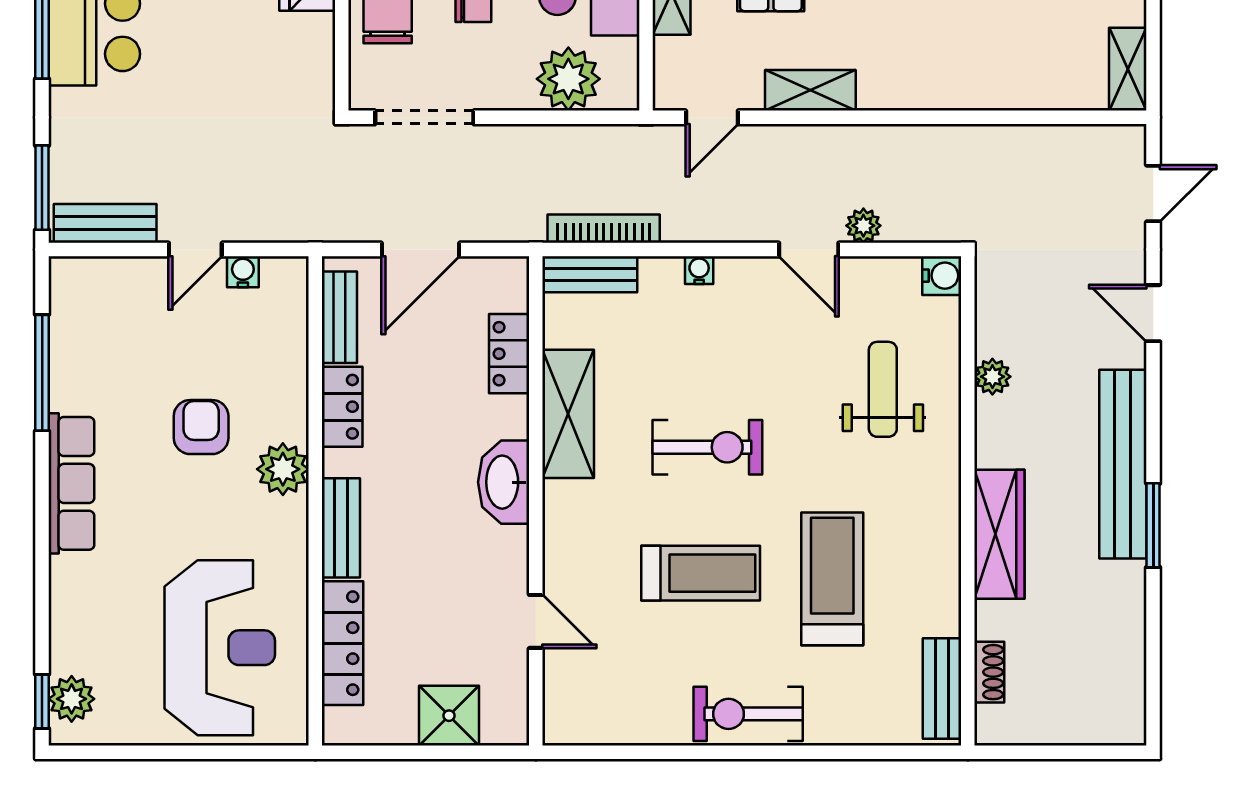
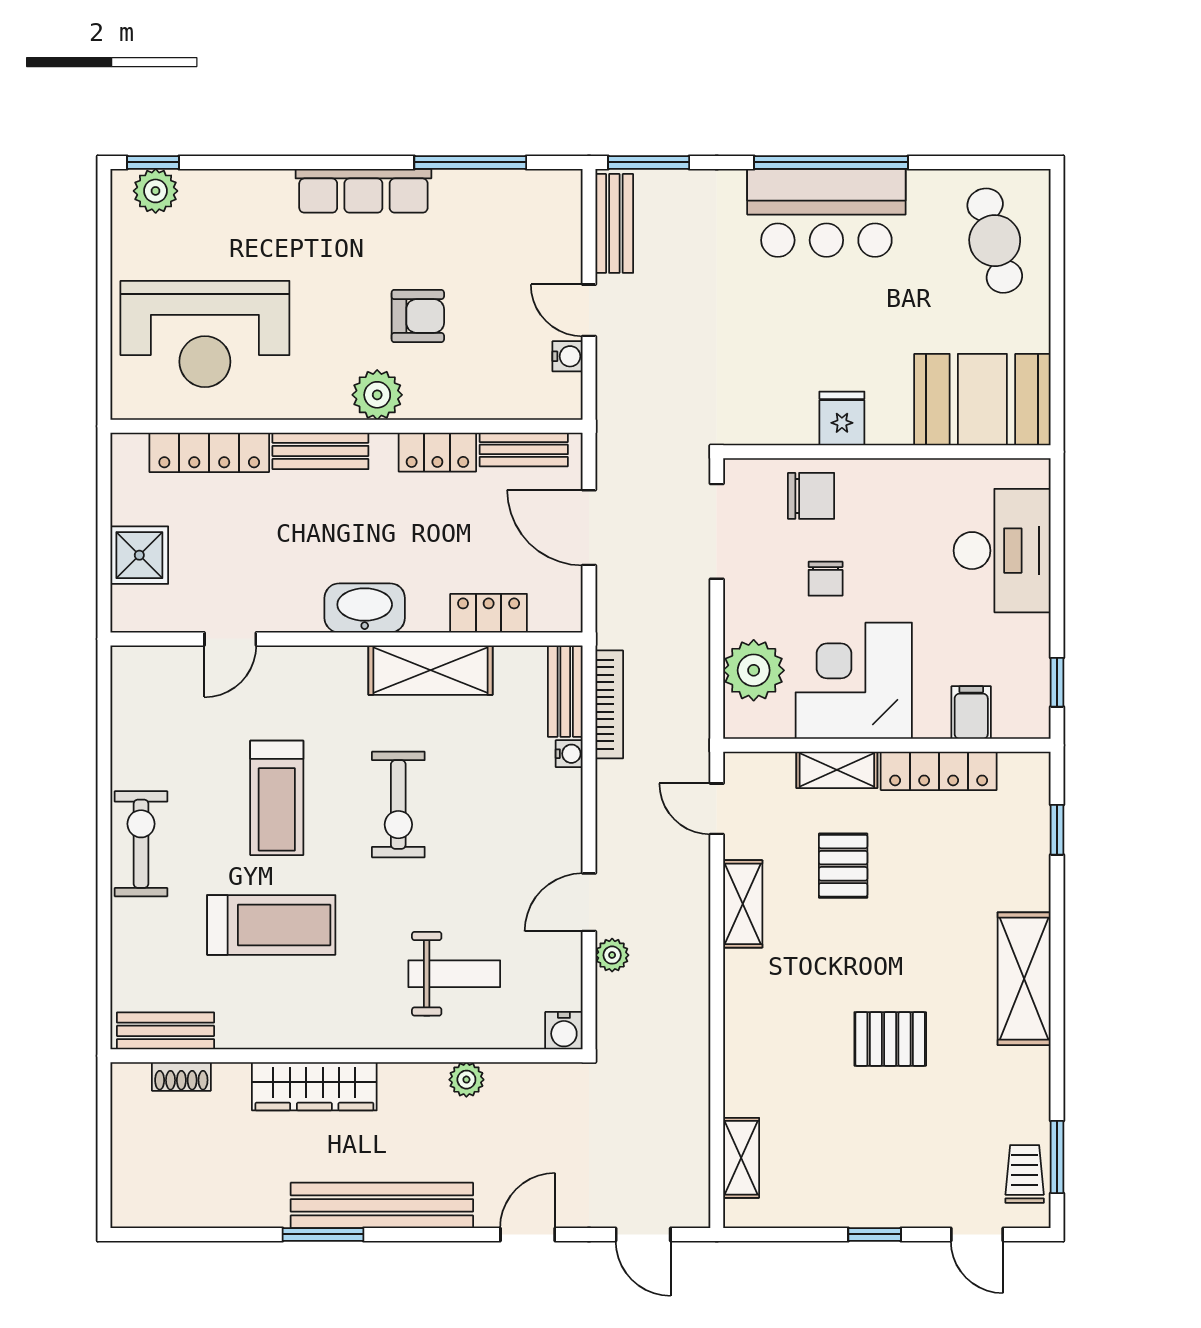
shelving: (1128, 69) -> (741, 1158), moved, turned 90
water cooler: (699, 270) -> (569, 754), moved

